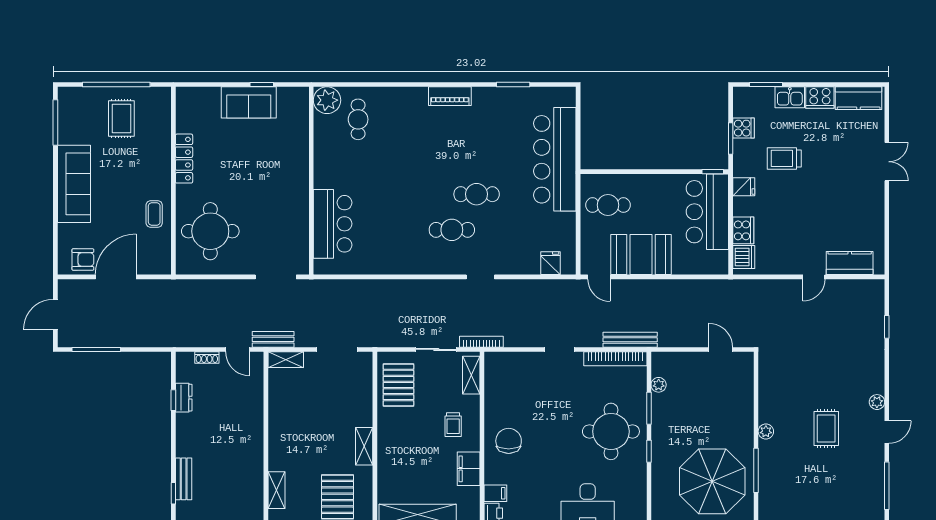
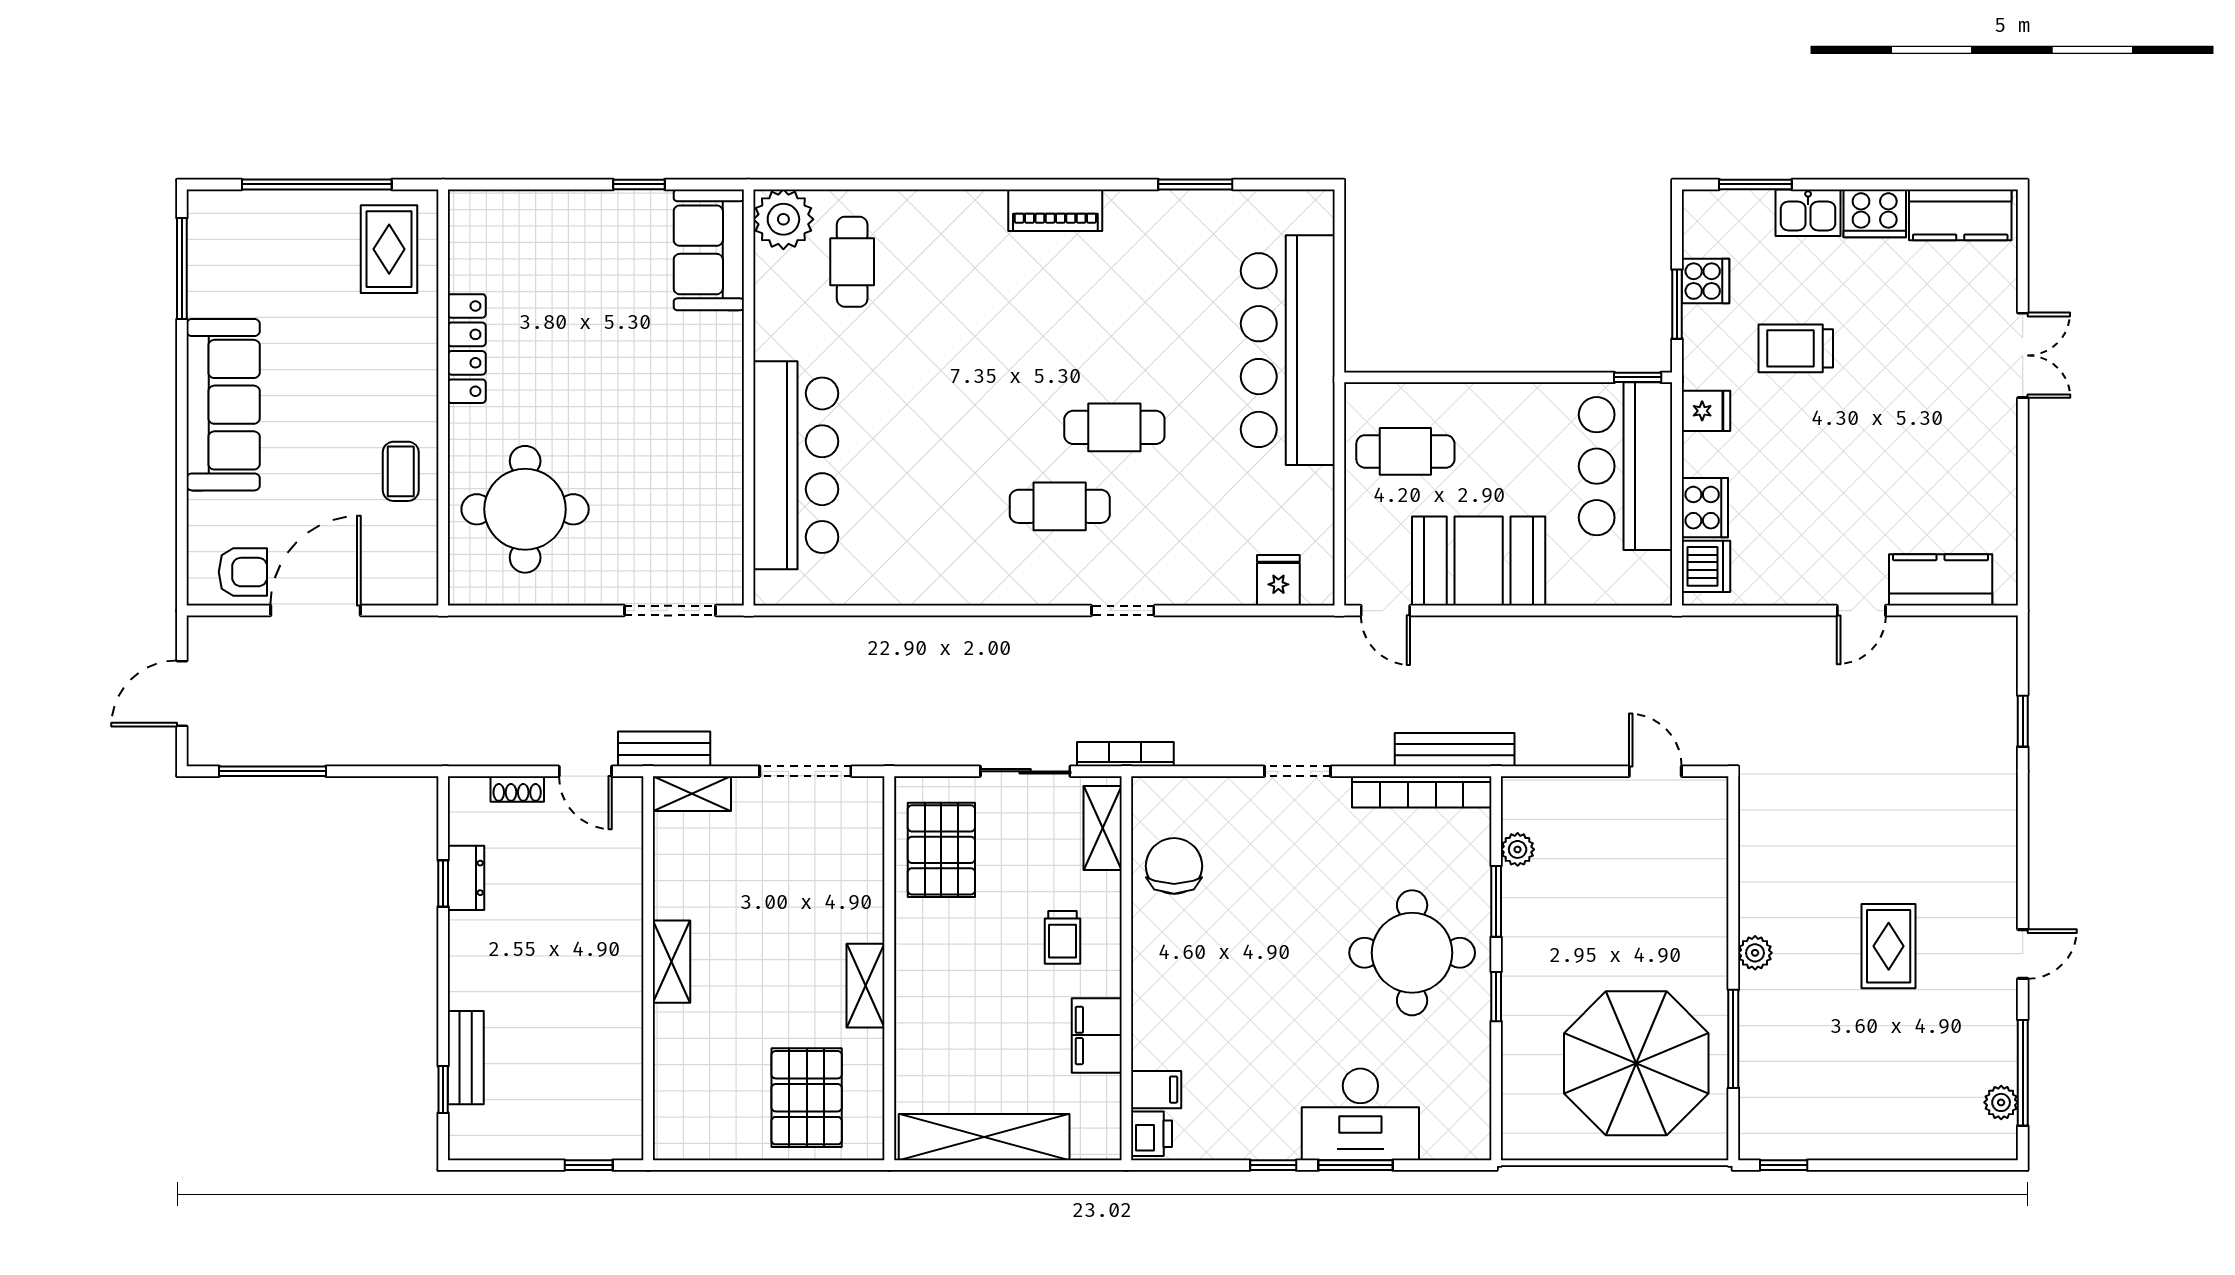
sofa: (249, 102) -> (709, 250), moved, turned 90
rug: (121, 118) -> (389, 249), moved
bar counter: (333, 224) -> (796, 465), width x1.36
plant: (877, 402) -> (2001, 1102), moved
chair: (509, 441) -> (1174, 866), moved
shelving: (276, 490) -> (671, 962), moved

